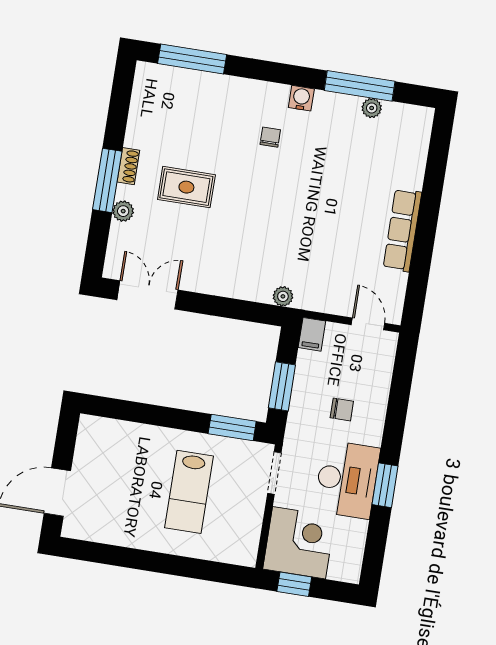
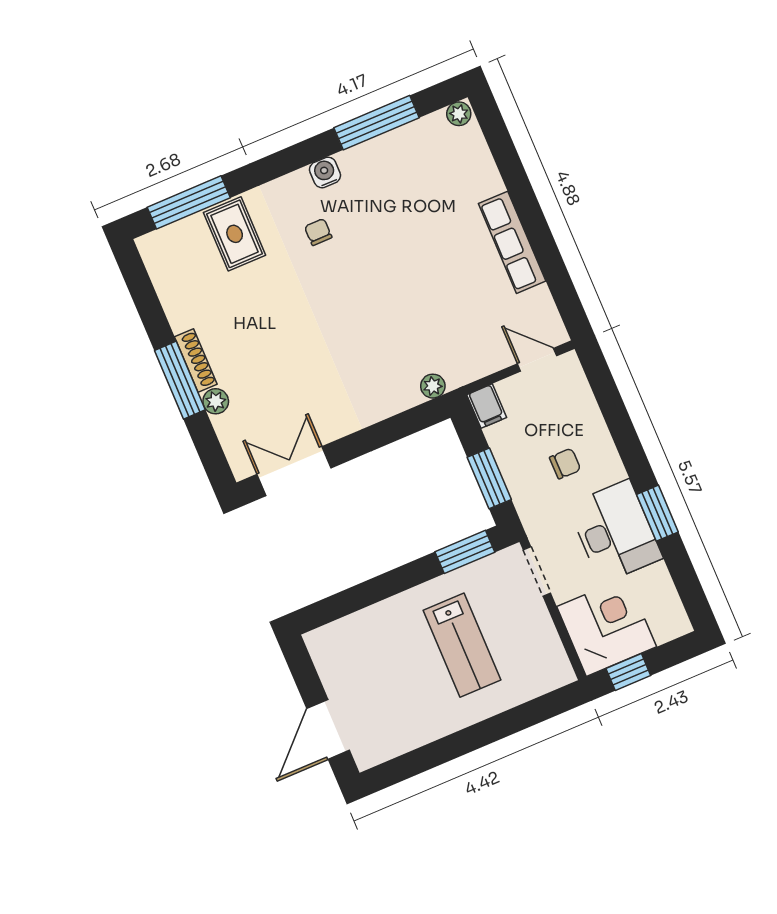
plant: (372, 108) -> (459, 114), moved
shoe rack: (128, 166) -> (196, 360), width x1.43
rug: (186, 187) -> (235, 234), moved, turned 90

